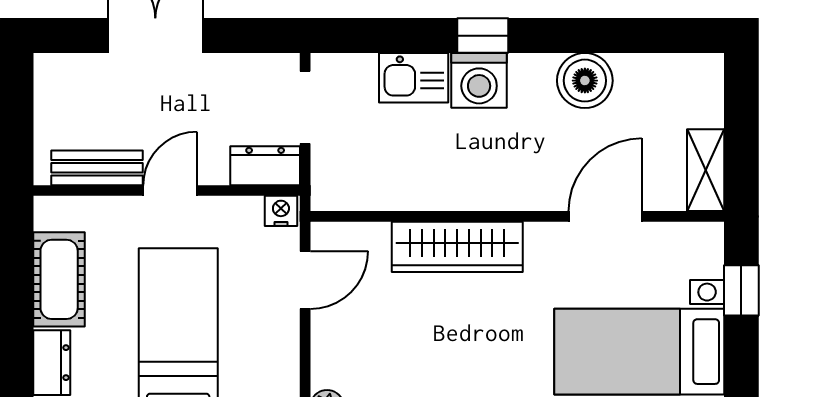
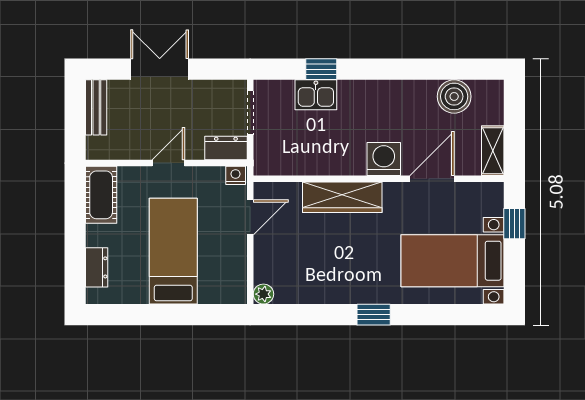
window: (483, 36) -> (321, 69), moved
washing machine: (479, 80) -> (384, 159), moved, turned 180
boiler: (585, 81) -> (454, 96), moved
bench: (97, 168) -> (96, 107), moved, turned 90
cot: (59, 279) -> (101, 195), moved

